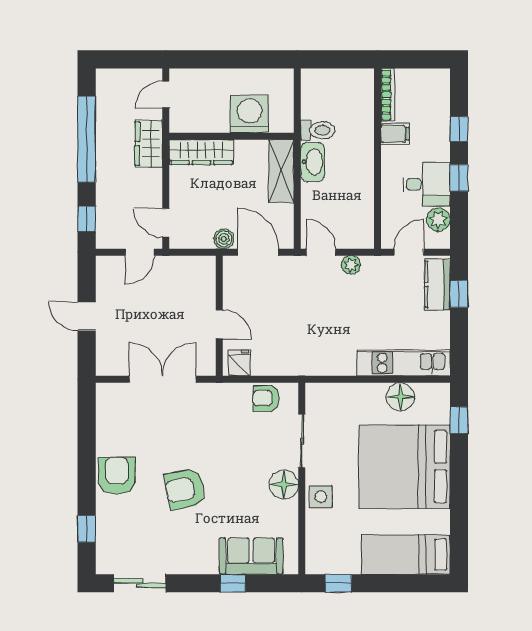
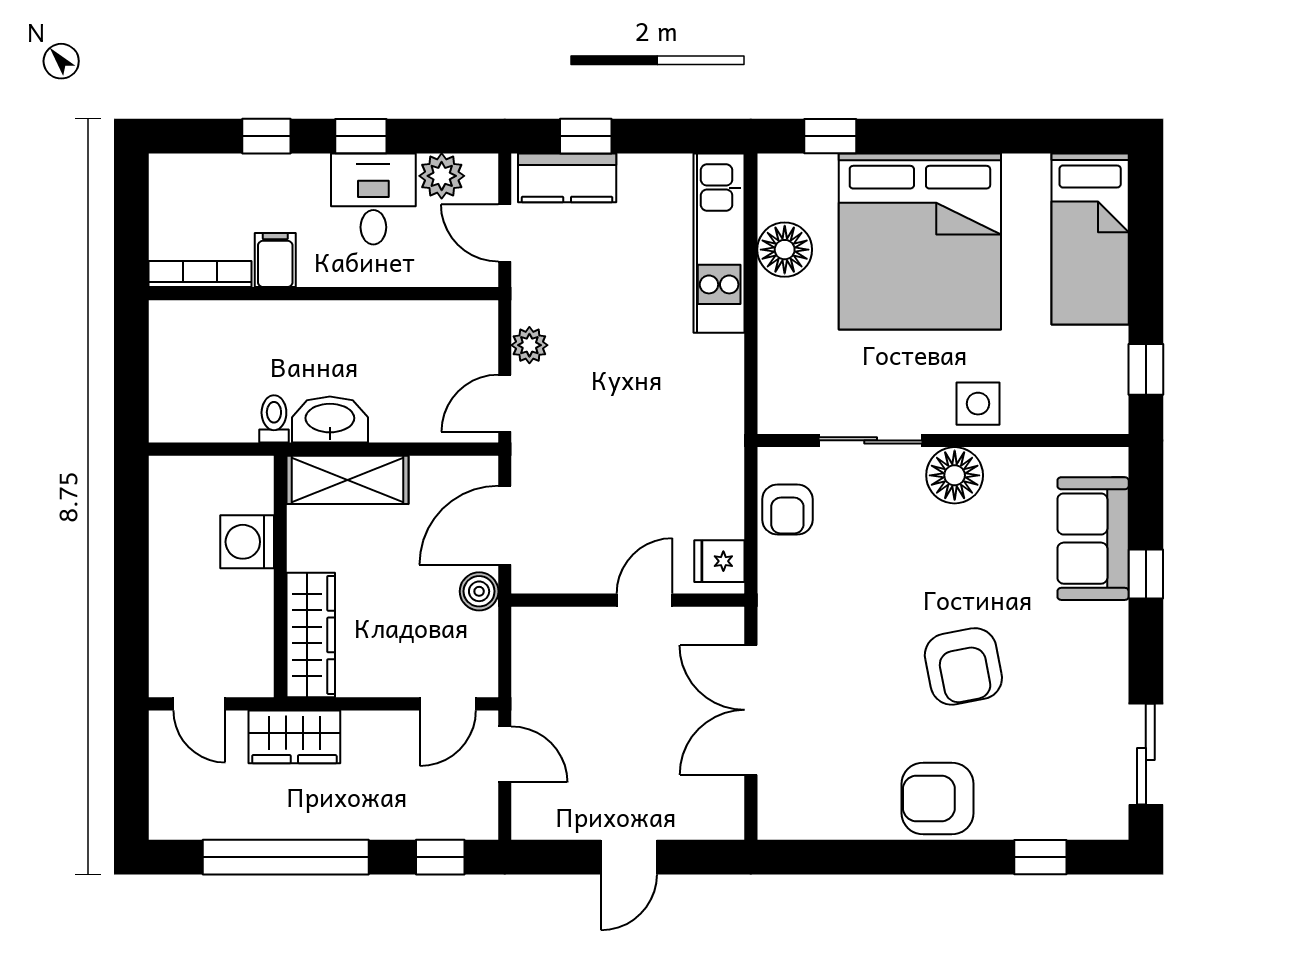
washing machine: (249, 114) -> (247, 542), width x0.73, depth x0.73
toilet: (318, 130) -> (274, 419), width x0.73, depth x0.72

